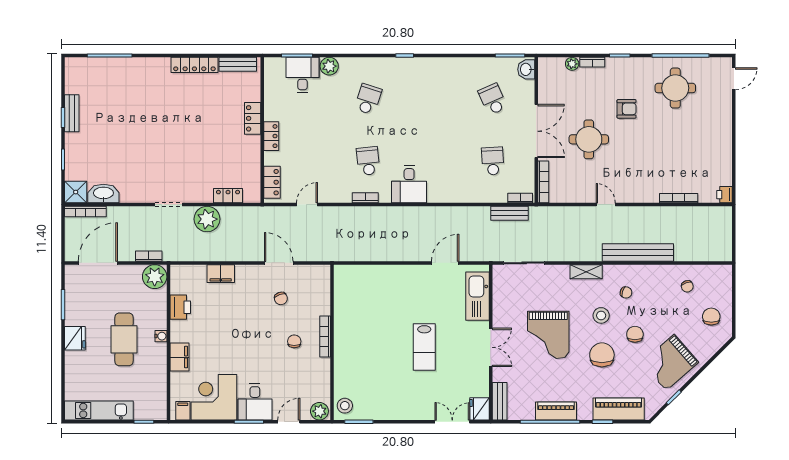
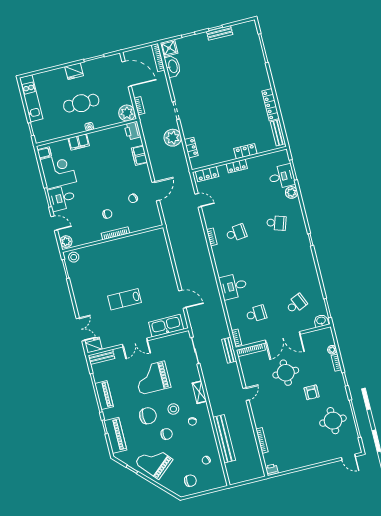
desk: (409, 184) -> (233, 286), moved
bench: (509, 213) -> (229, 350), moved
bench: (638, 252) -> (224, 439), moved
printer: (180, 307) -> (133, 131), moved, turned 90

